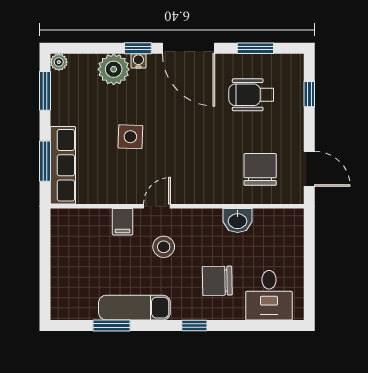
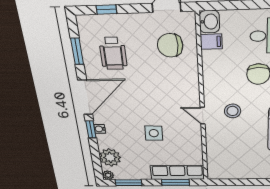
plant: (114, 69) -> (110, 157), moved
washbasin: (238, 220) -> (209, 22), moved
filing cabinet: (122, 222) -> (211, 42), moved

